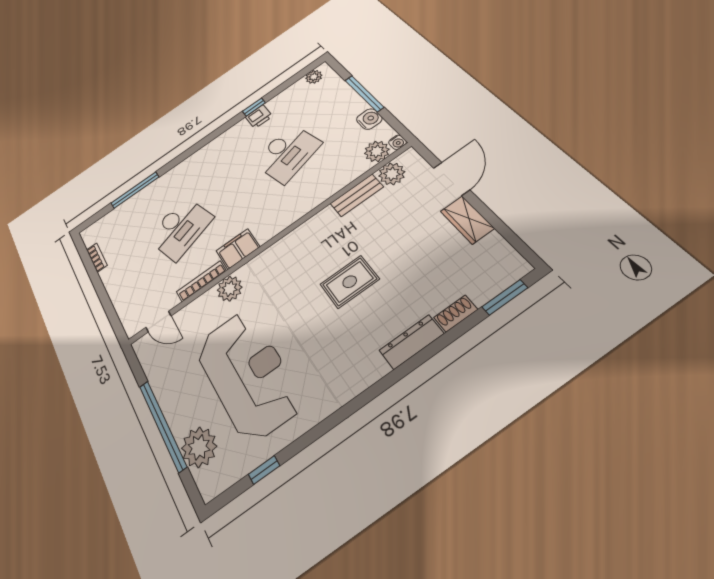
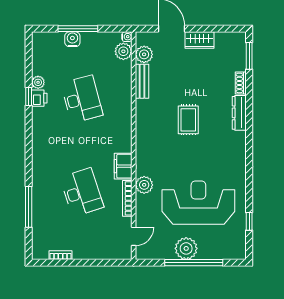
plant: (314, 77) -> (38, 82), moved
water cooler: (369, 119) -> (72, 39), moved
plant: (199, 447) -> (186, 248), moved

